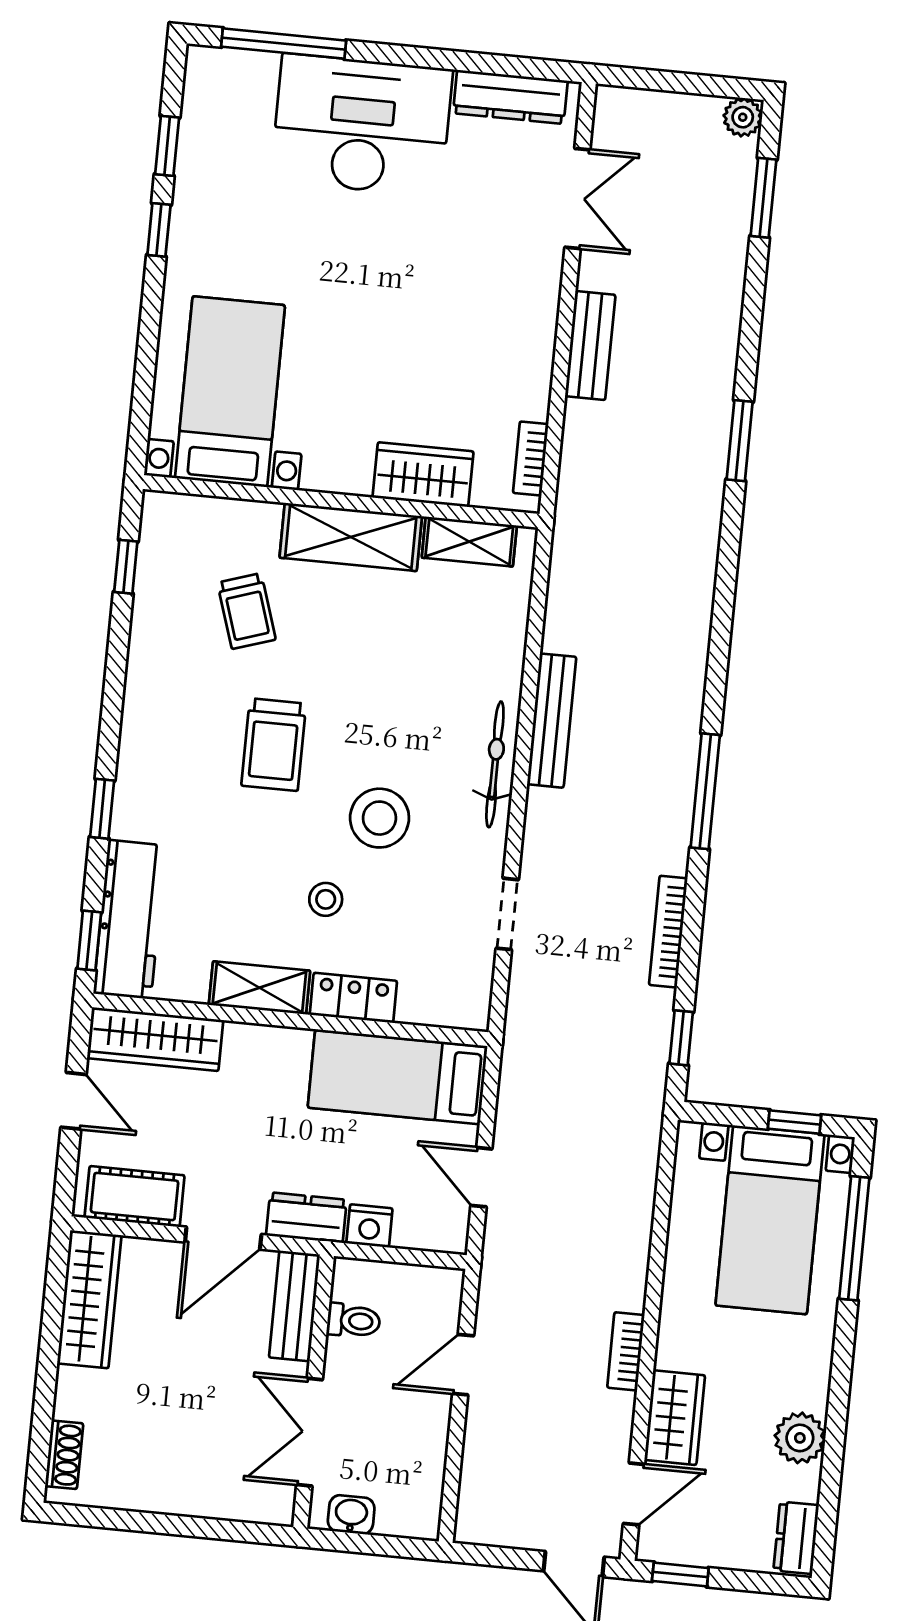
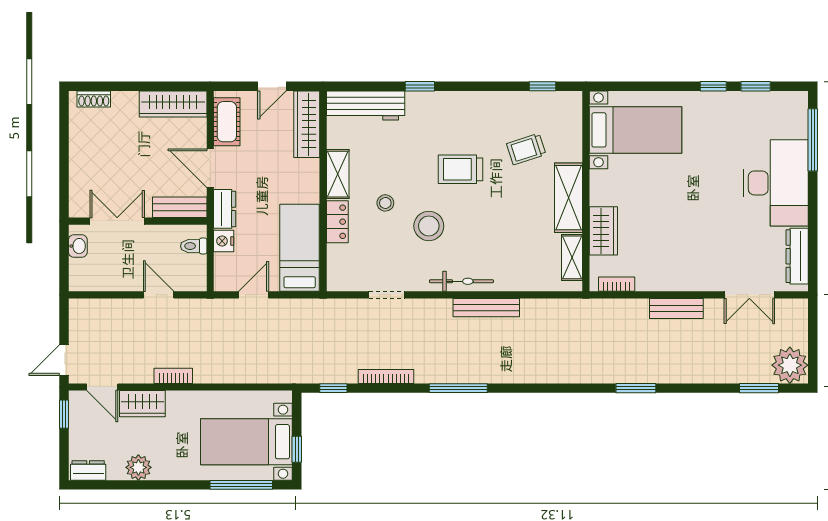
plant: (743, 117) -> (790, 365), width x1.87, depth x1.87
window: (89, 941) -> (353, 86), removed
toilet: (354, 1321) -> (194, 246), moved, turned 90

